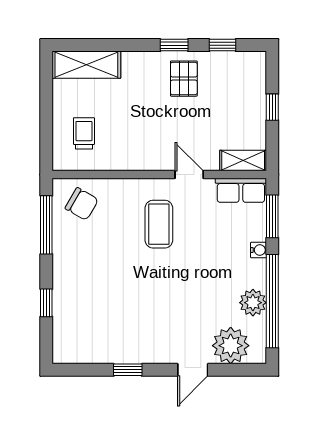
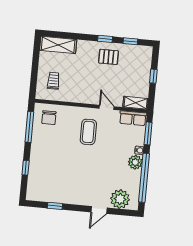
pallet: (184, 79) -> (108, 57), turned 90
chair: (82, 204) -> (49, 118), turned 60
plant: (253, 303) -> (135, 162), moved
window: (128, 370) -> (55, 206), moved

